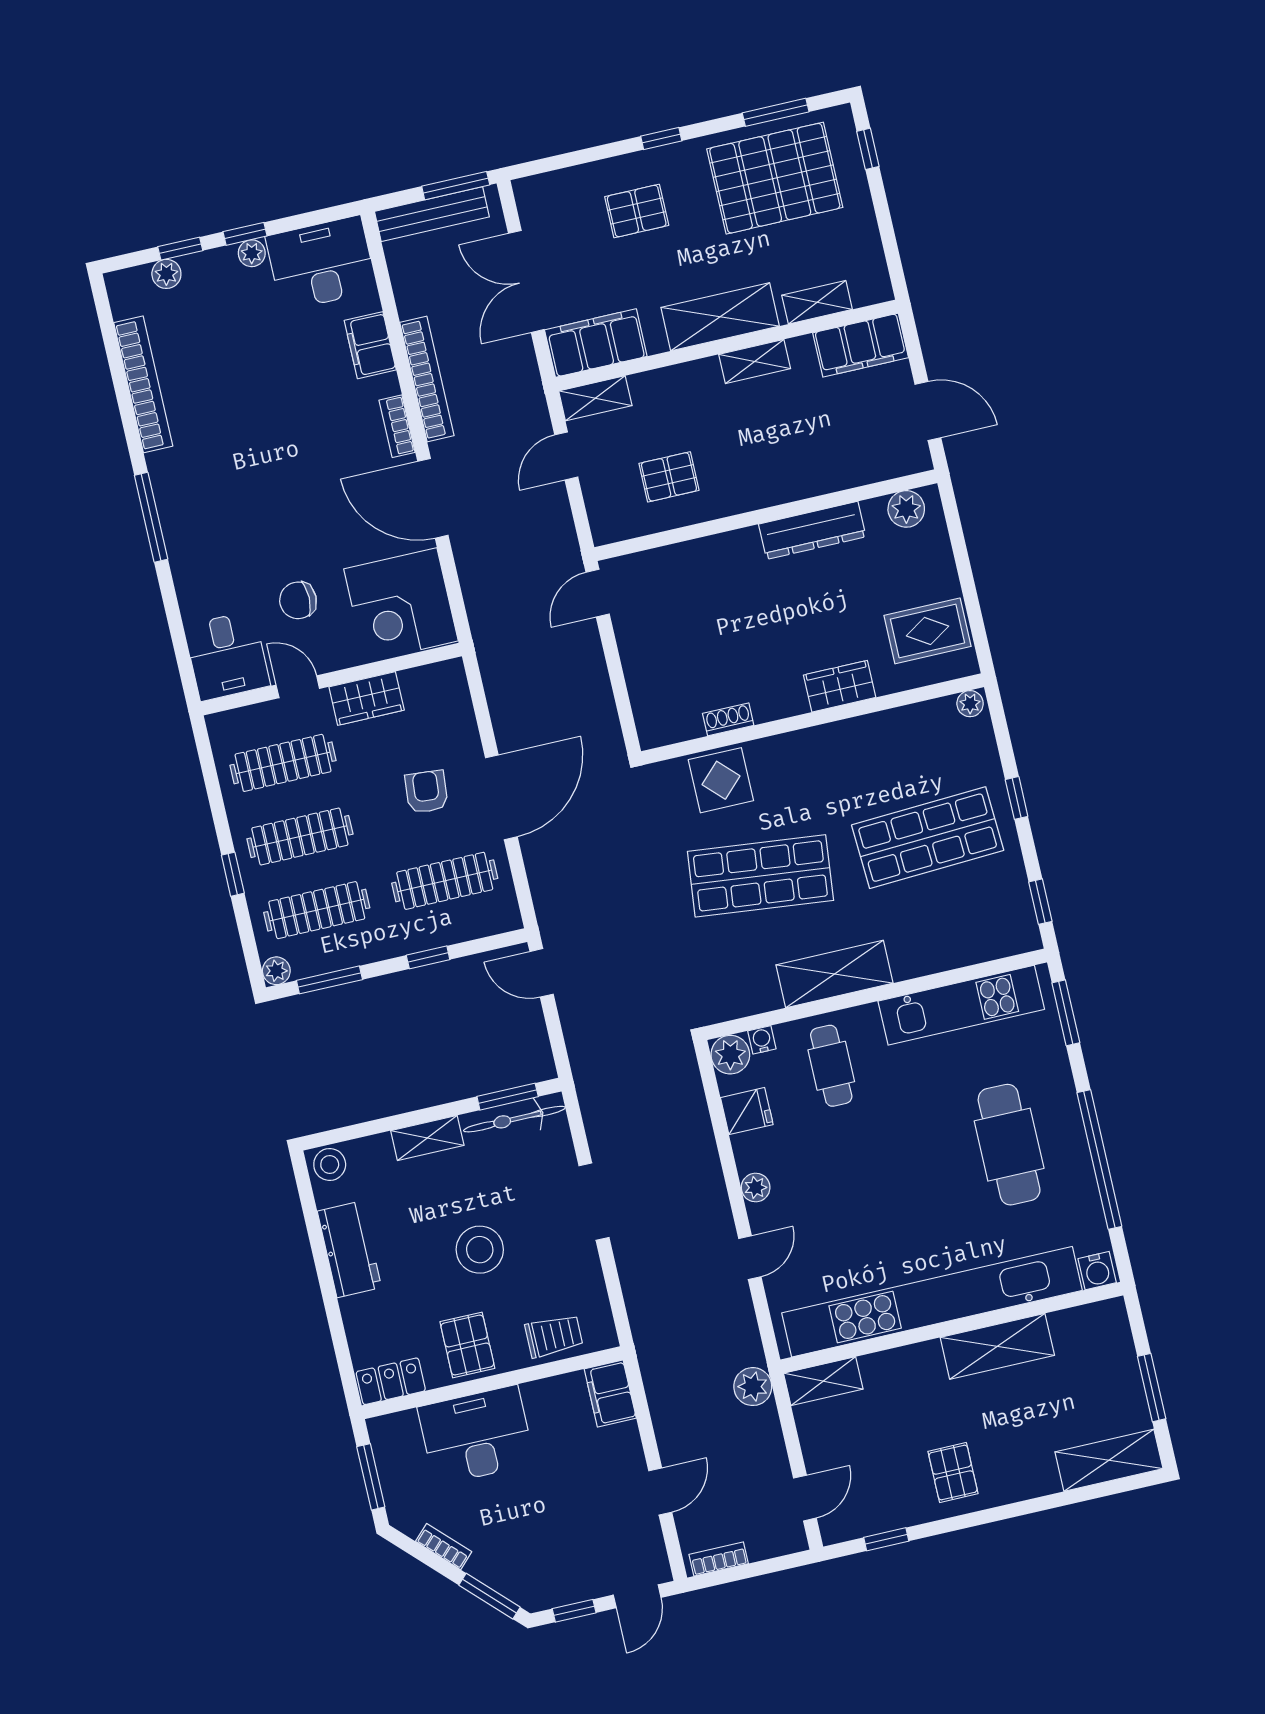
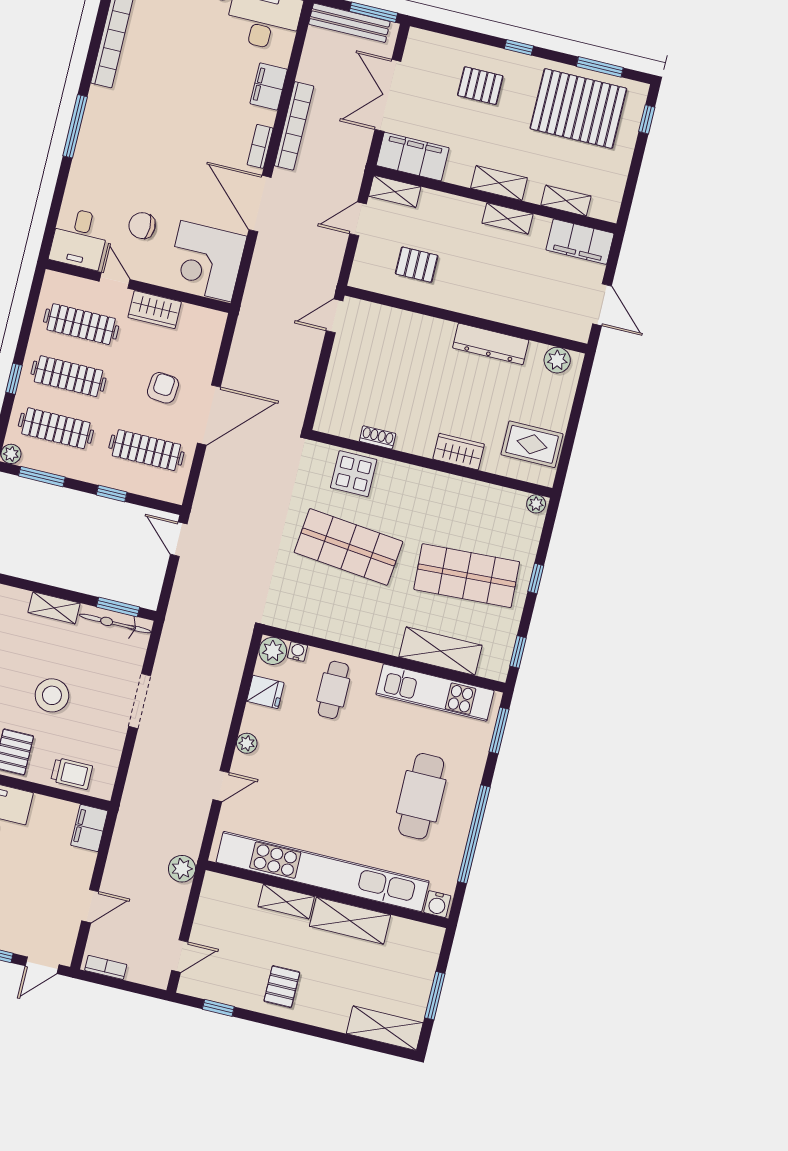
shelving: (720, 317) -> (499, 183), width x0.67, depth x0.75
shelving: (834, 974) -> (440, 651), moved
shelving: (823, 1381) -> (286, 902), moved

